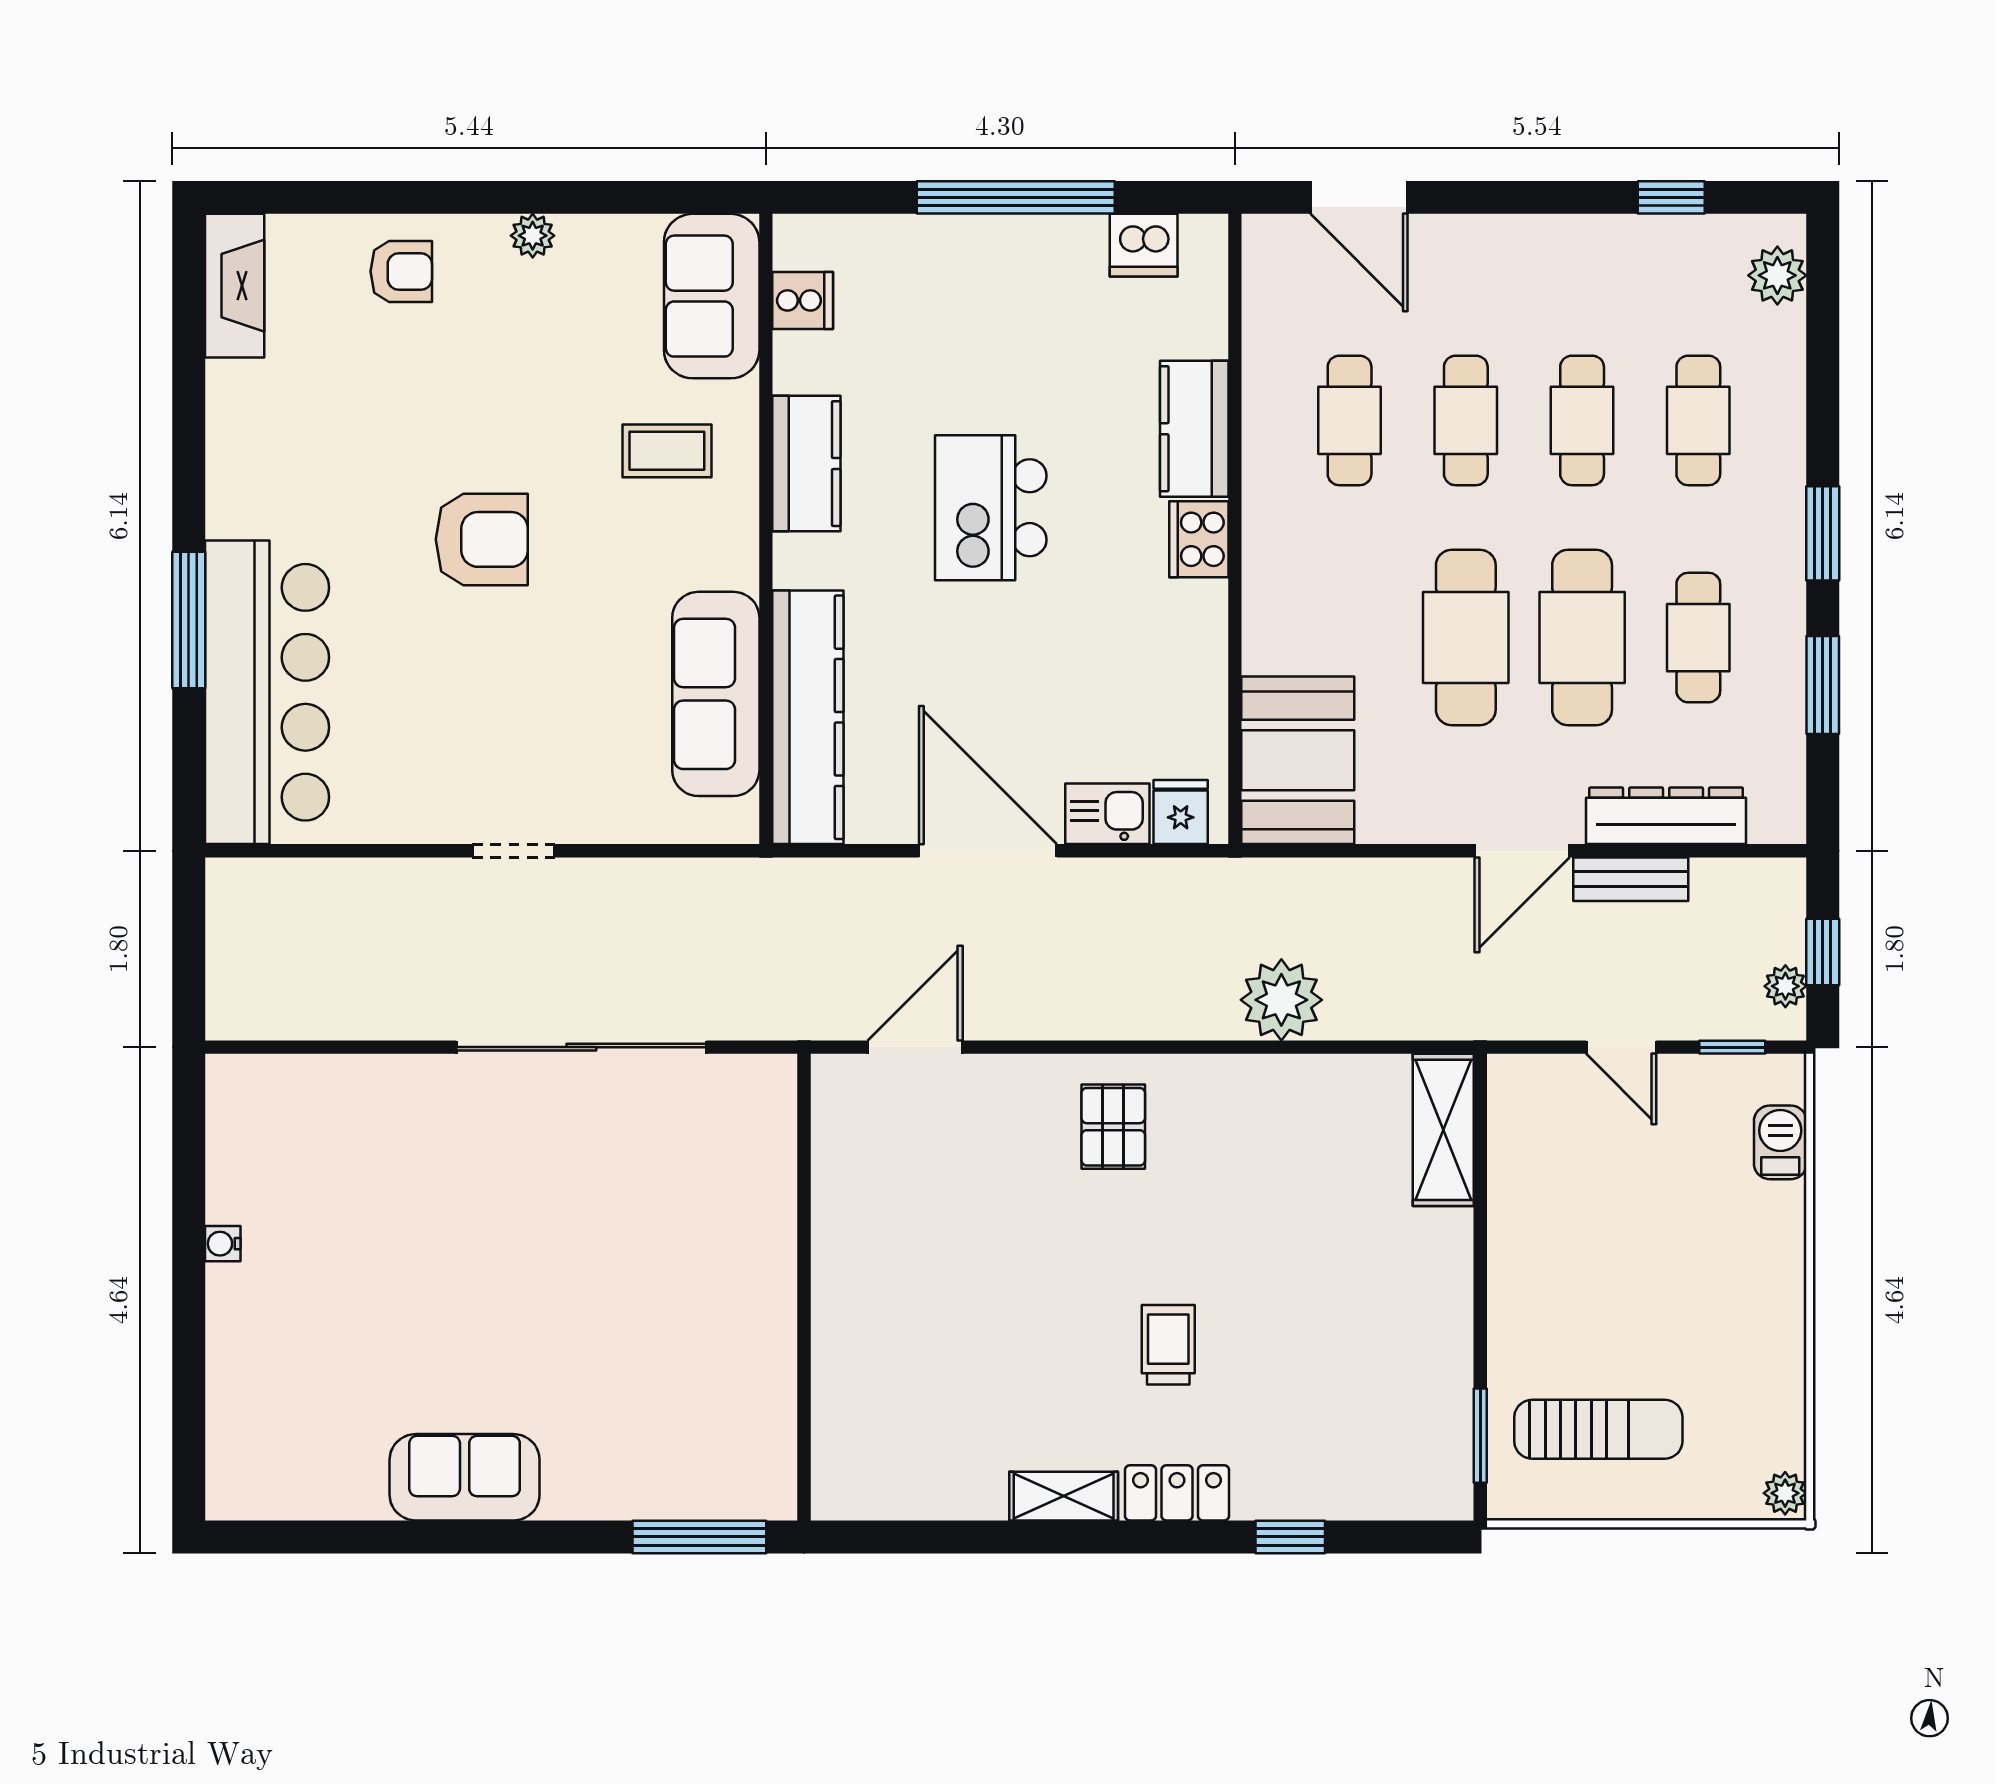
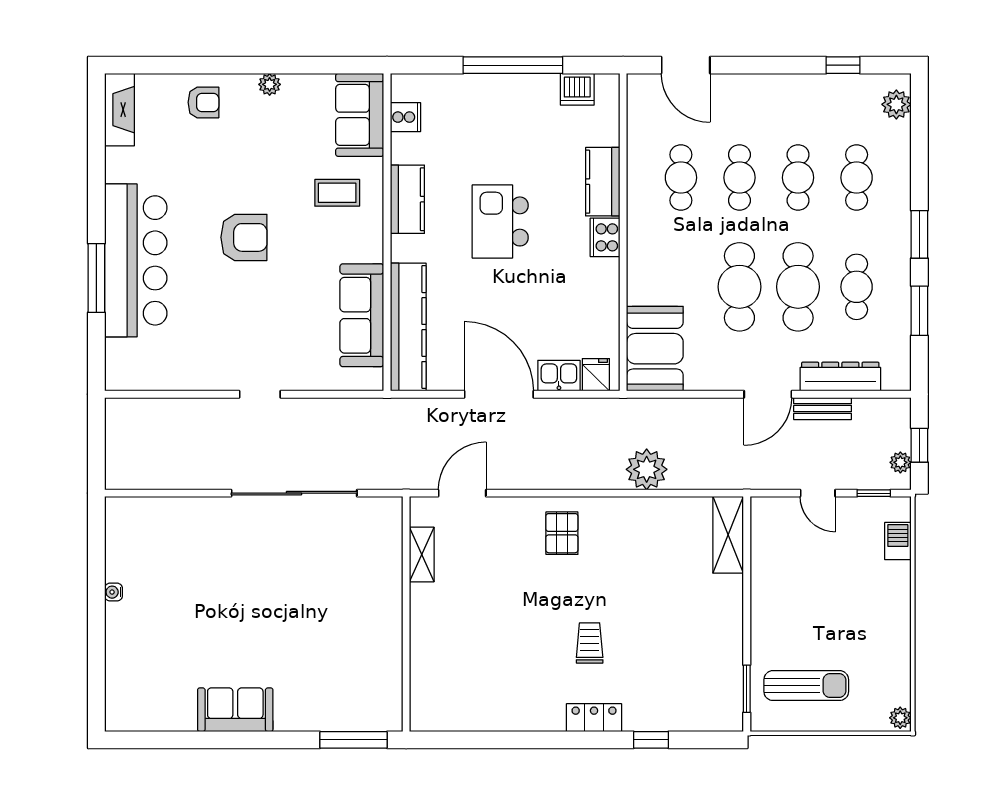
bar counter: (267, 692) -> (136, 260), moved
shelving: (1064, 1496) -> (422, 555), moved, turned 90

